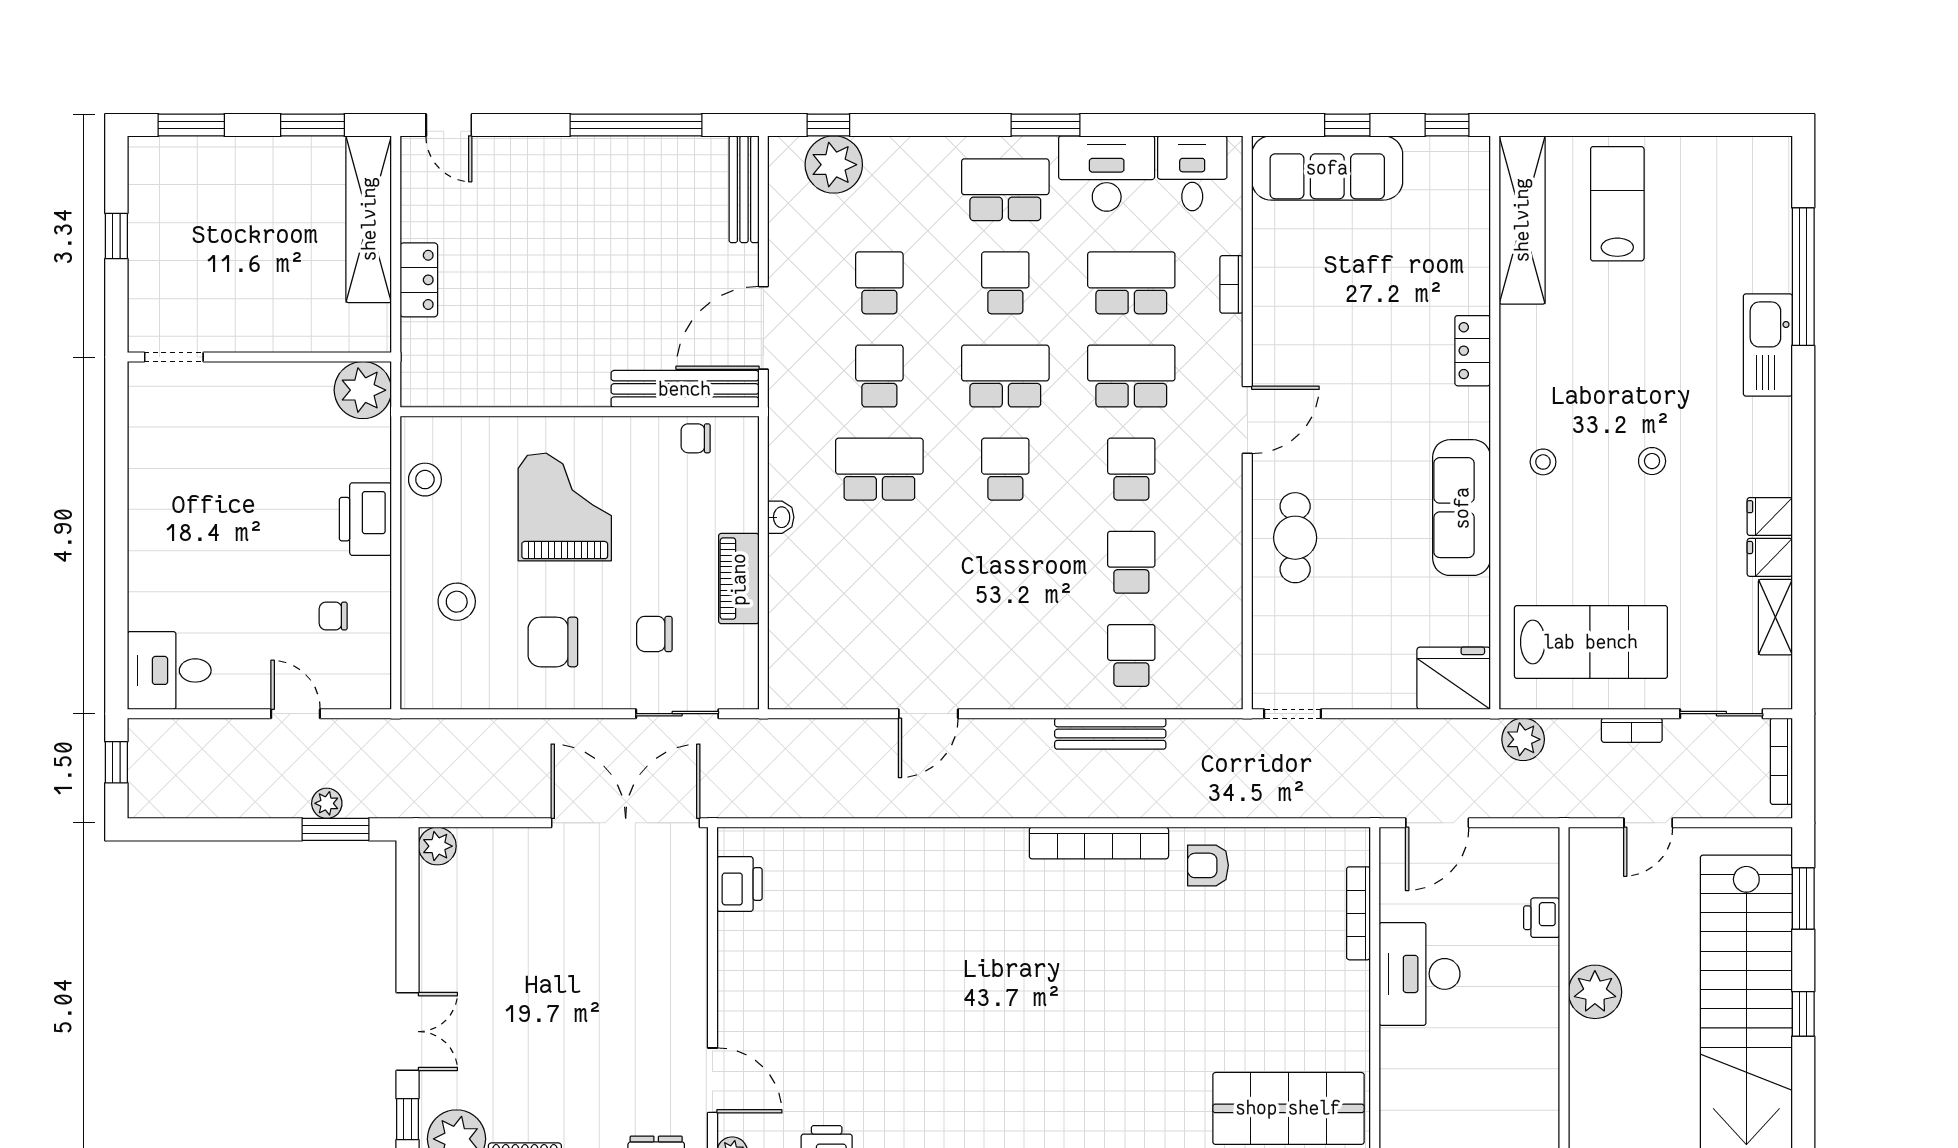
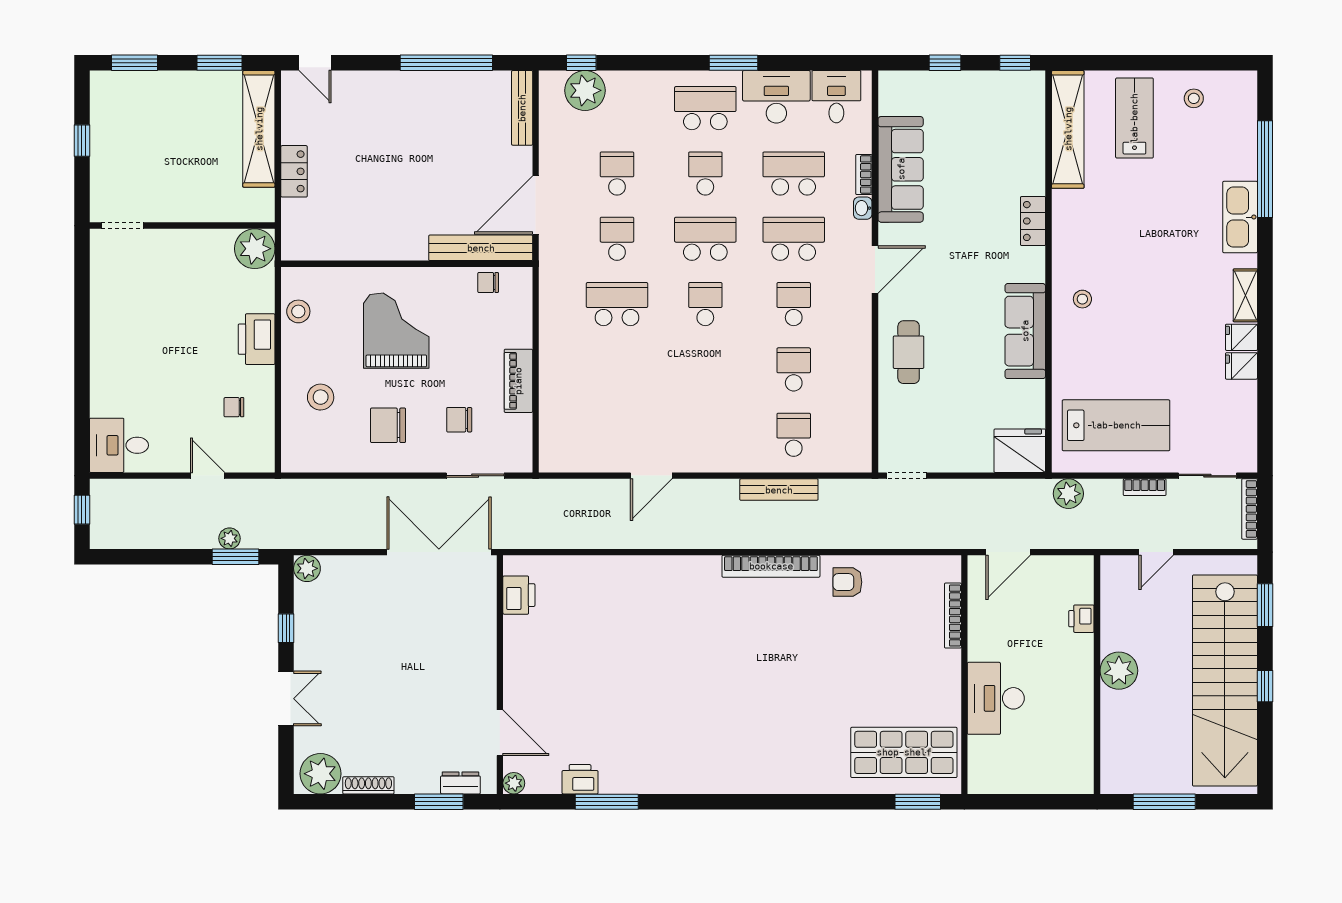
sofa: (1327, 168) -> (901, 169), moved, turned -90
stool: (1652, 461) -> (1194, 98), moved
washbasin: (781, 517) -> (863, 208), moved, turned 180
shelving: (1775, 617) -> (1245, 295), moved
desk: (1419, 974) -> (996, 698), moved
window: (408, 1119) -> (286, 628), moved

